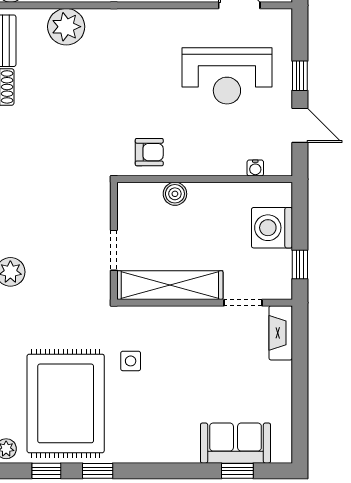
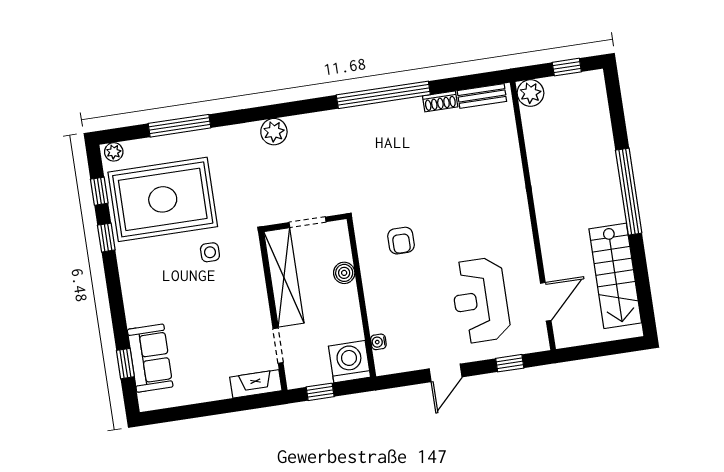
plant: (66, 27) -> (503, 148), removed
window: (300, 76) -> (510, 363), moved
water cooler: (255, 168) -> (378, 342), moved
wall: (205, 179) -> (361, 298), moved
boiler: (175, 194) -> (344, 273), moved

